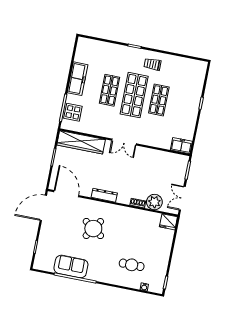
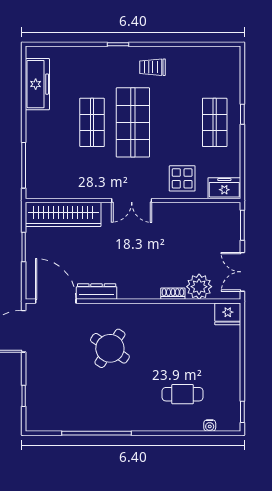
freezer: (78, 79) -> (37, 84), moved
shop shelf: (159, 100) -> (215, 122), moved
display table: (73, 112) -> (182, 178), moved
dresser: (104, 195) -> (97, 292), moved
sofa: (71, 266) -> (86, 416), removed

